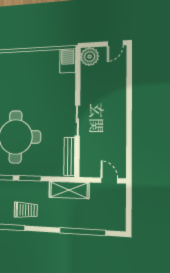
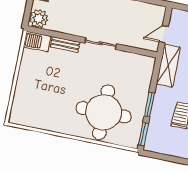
bench: (69, 156) -> (65, 44), moved, width x0.73
door: (109, 180) -> (164, 34), moved

